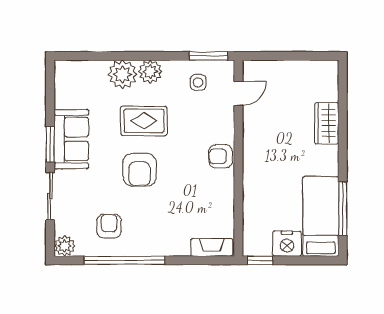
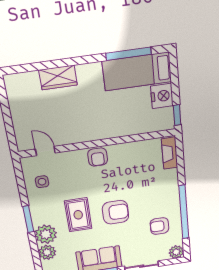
window: (208, 56) -> (28, 219), moved
plant: (150, 72) -> (47, 252), moved

